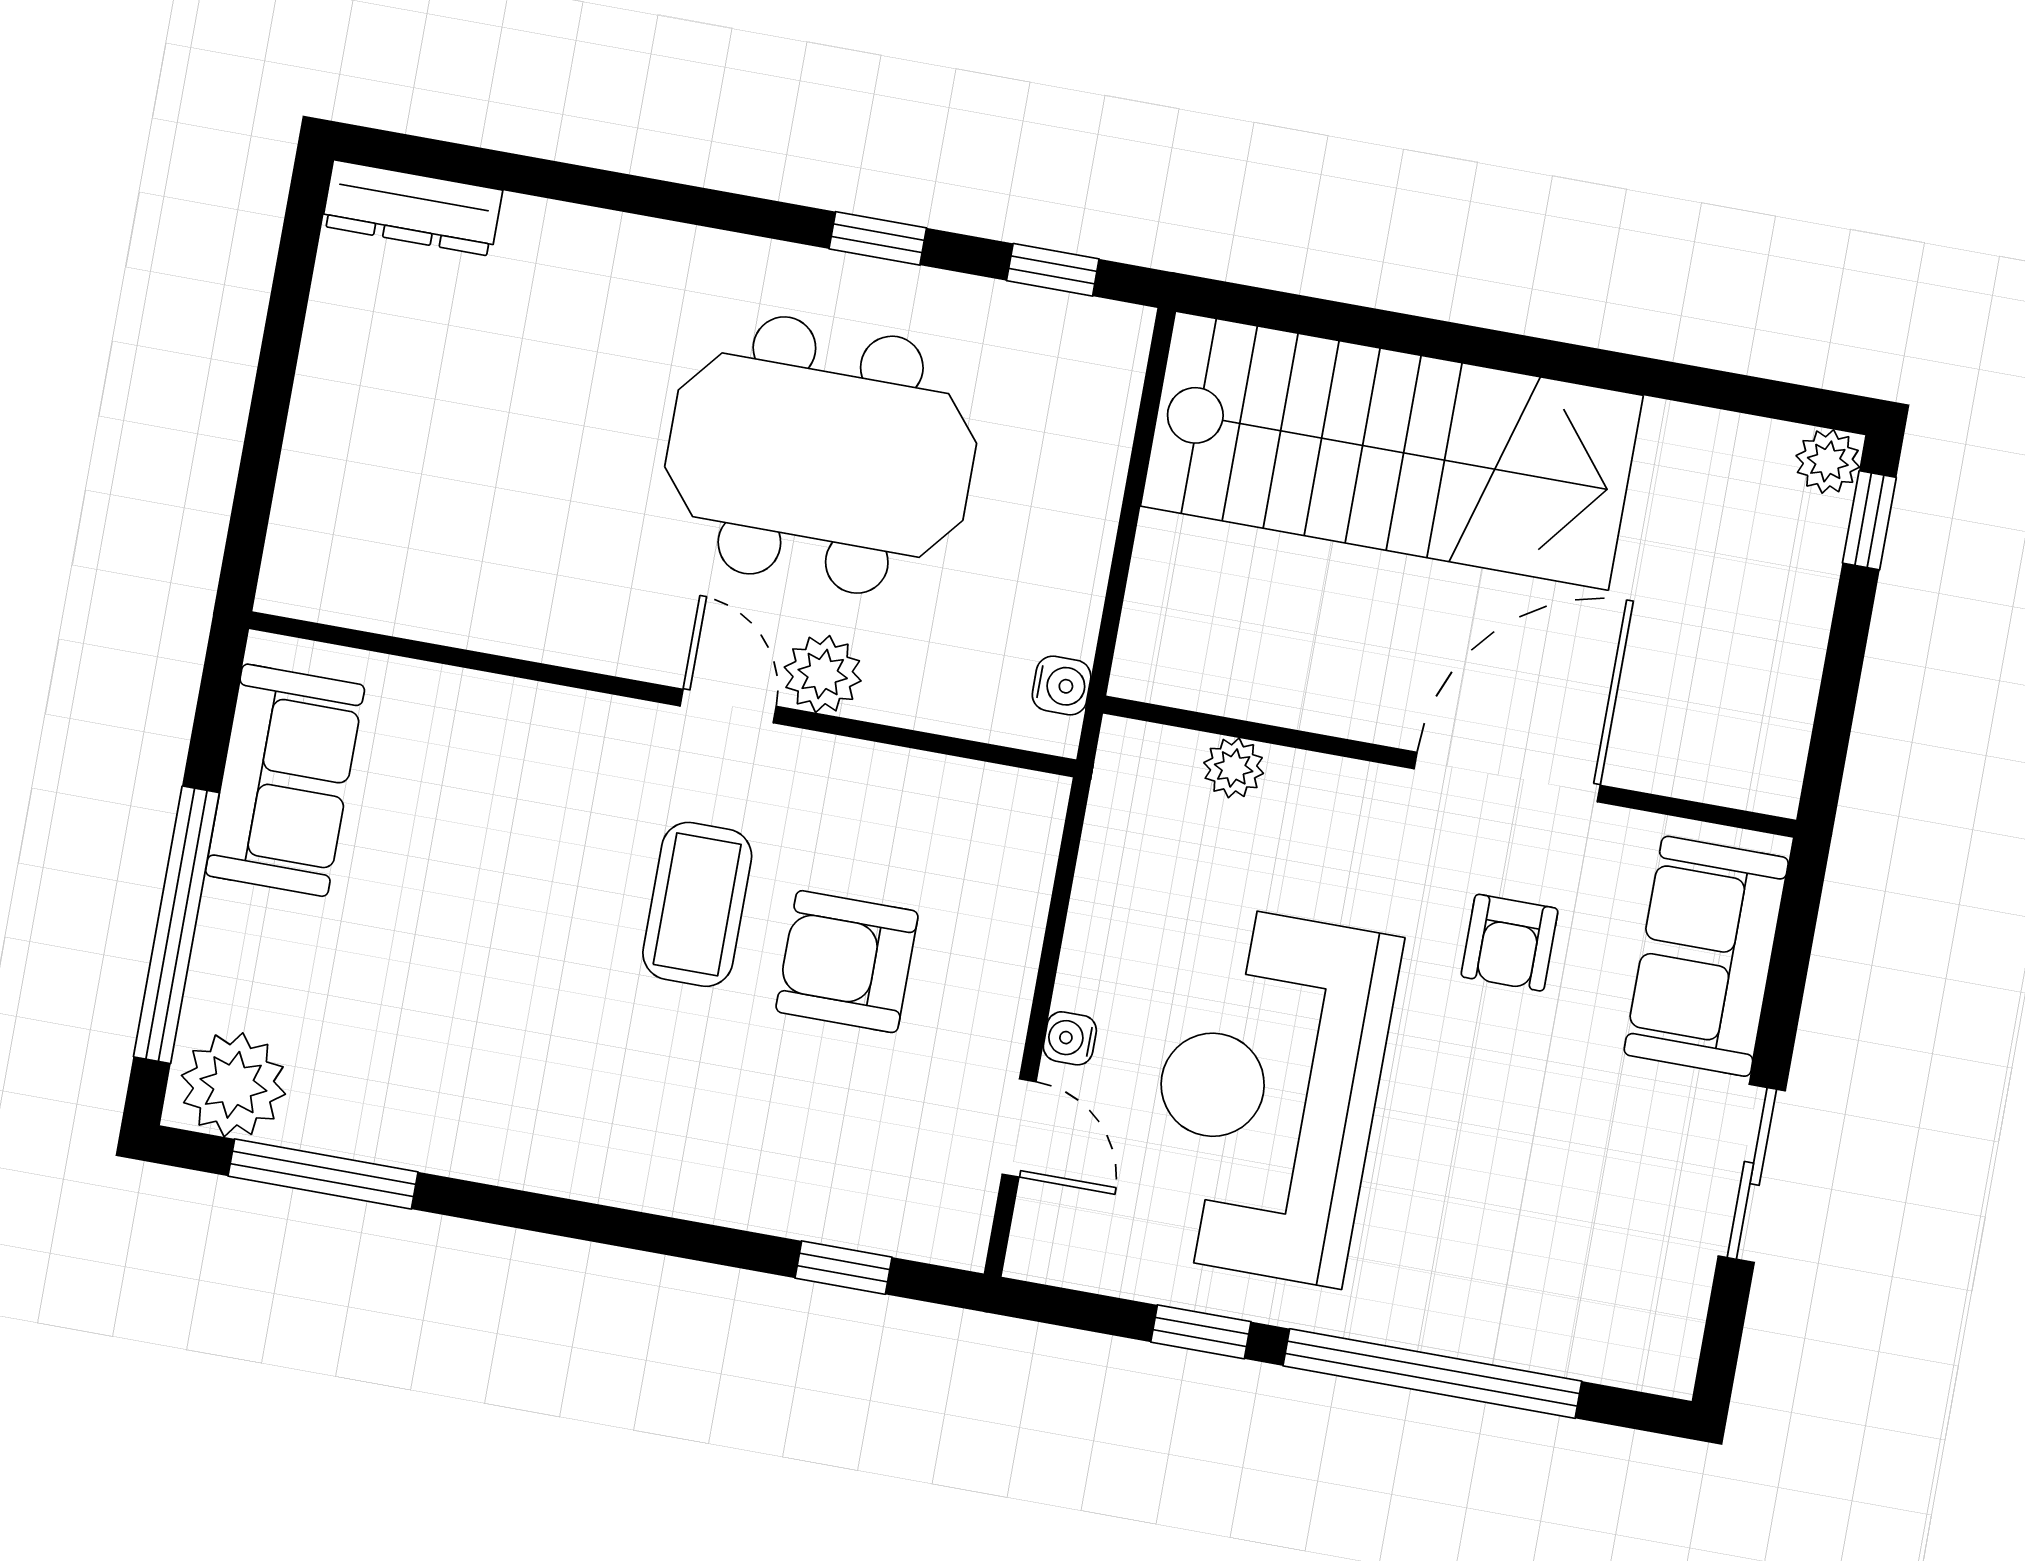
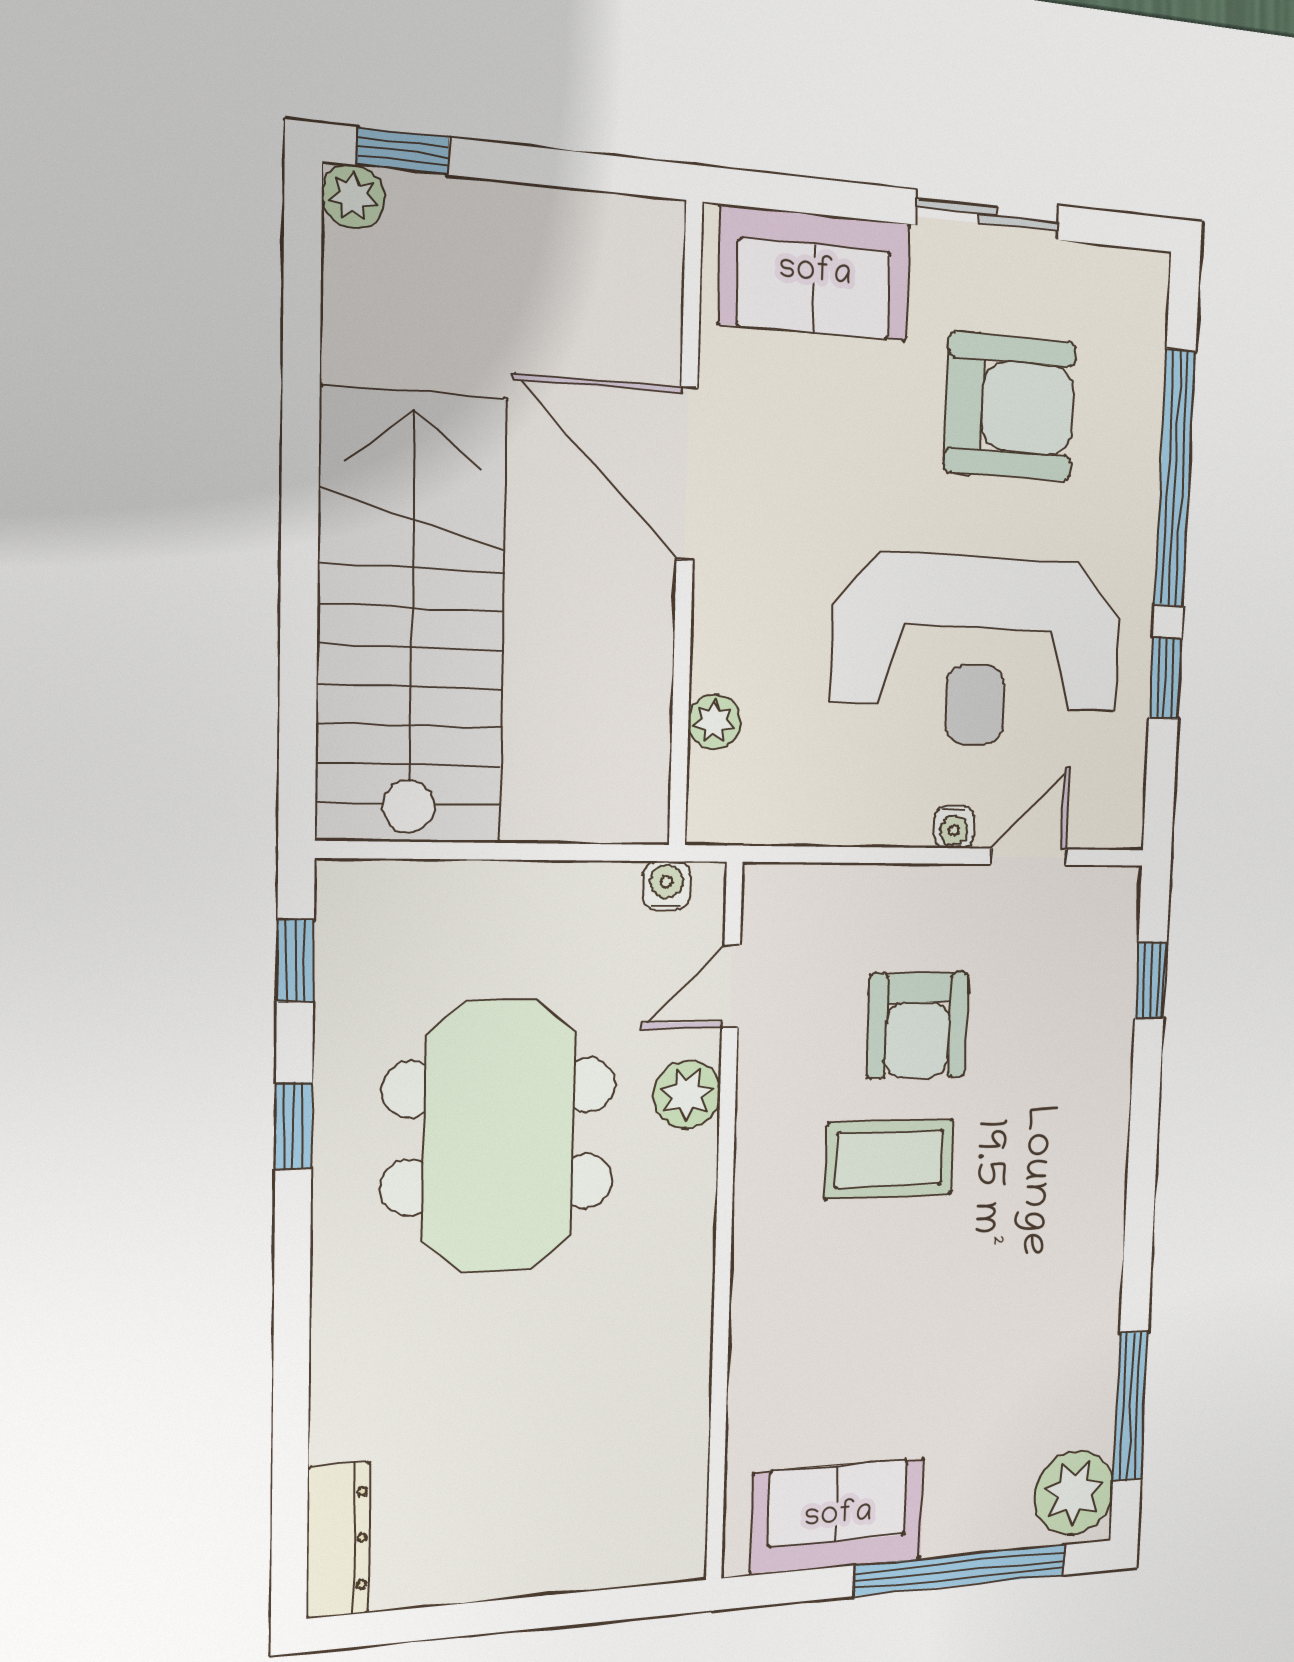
door: (728, 706) -> (731, 986), moved
armchair: (1510, 943) -> (1010, 407), moved, width x1.88, depth x1.88

